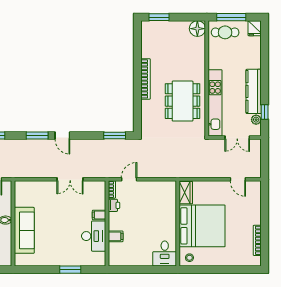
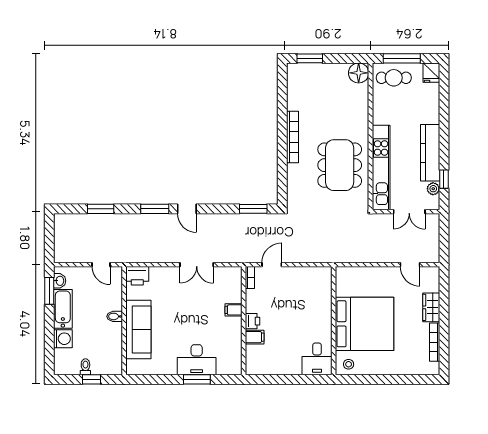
printer: (23, 188) -> (137, 276), added
wardrobe: (186, 193) -> (431, 307), moved, turned 180
printer: (114, 205) -> (253, 321), moved
desk: (94, 236) -> (197, 360), moved, turned 90

